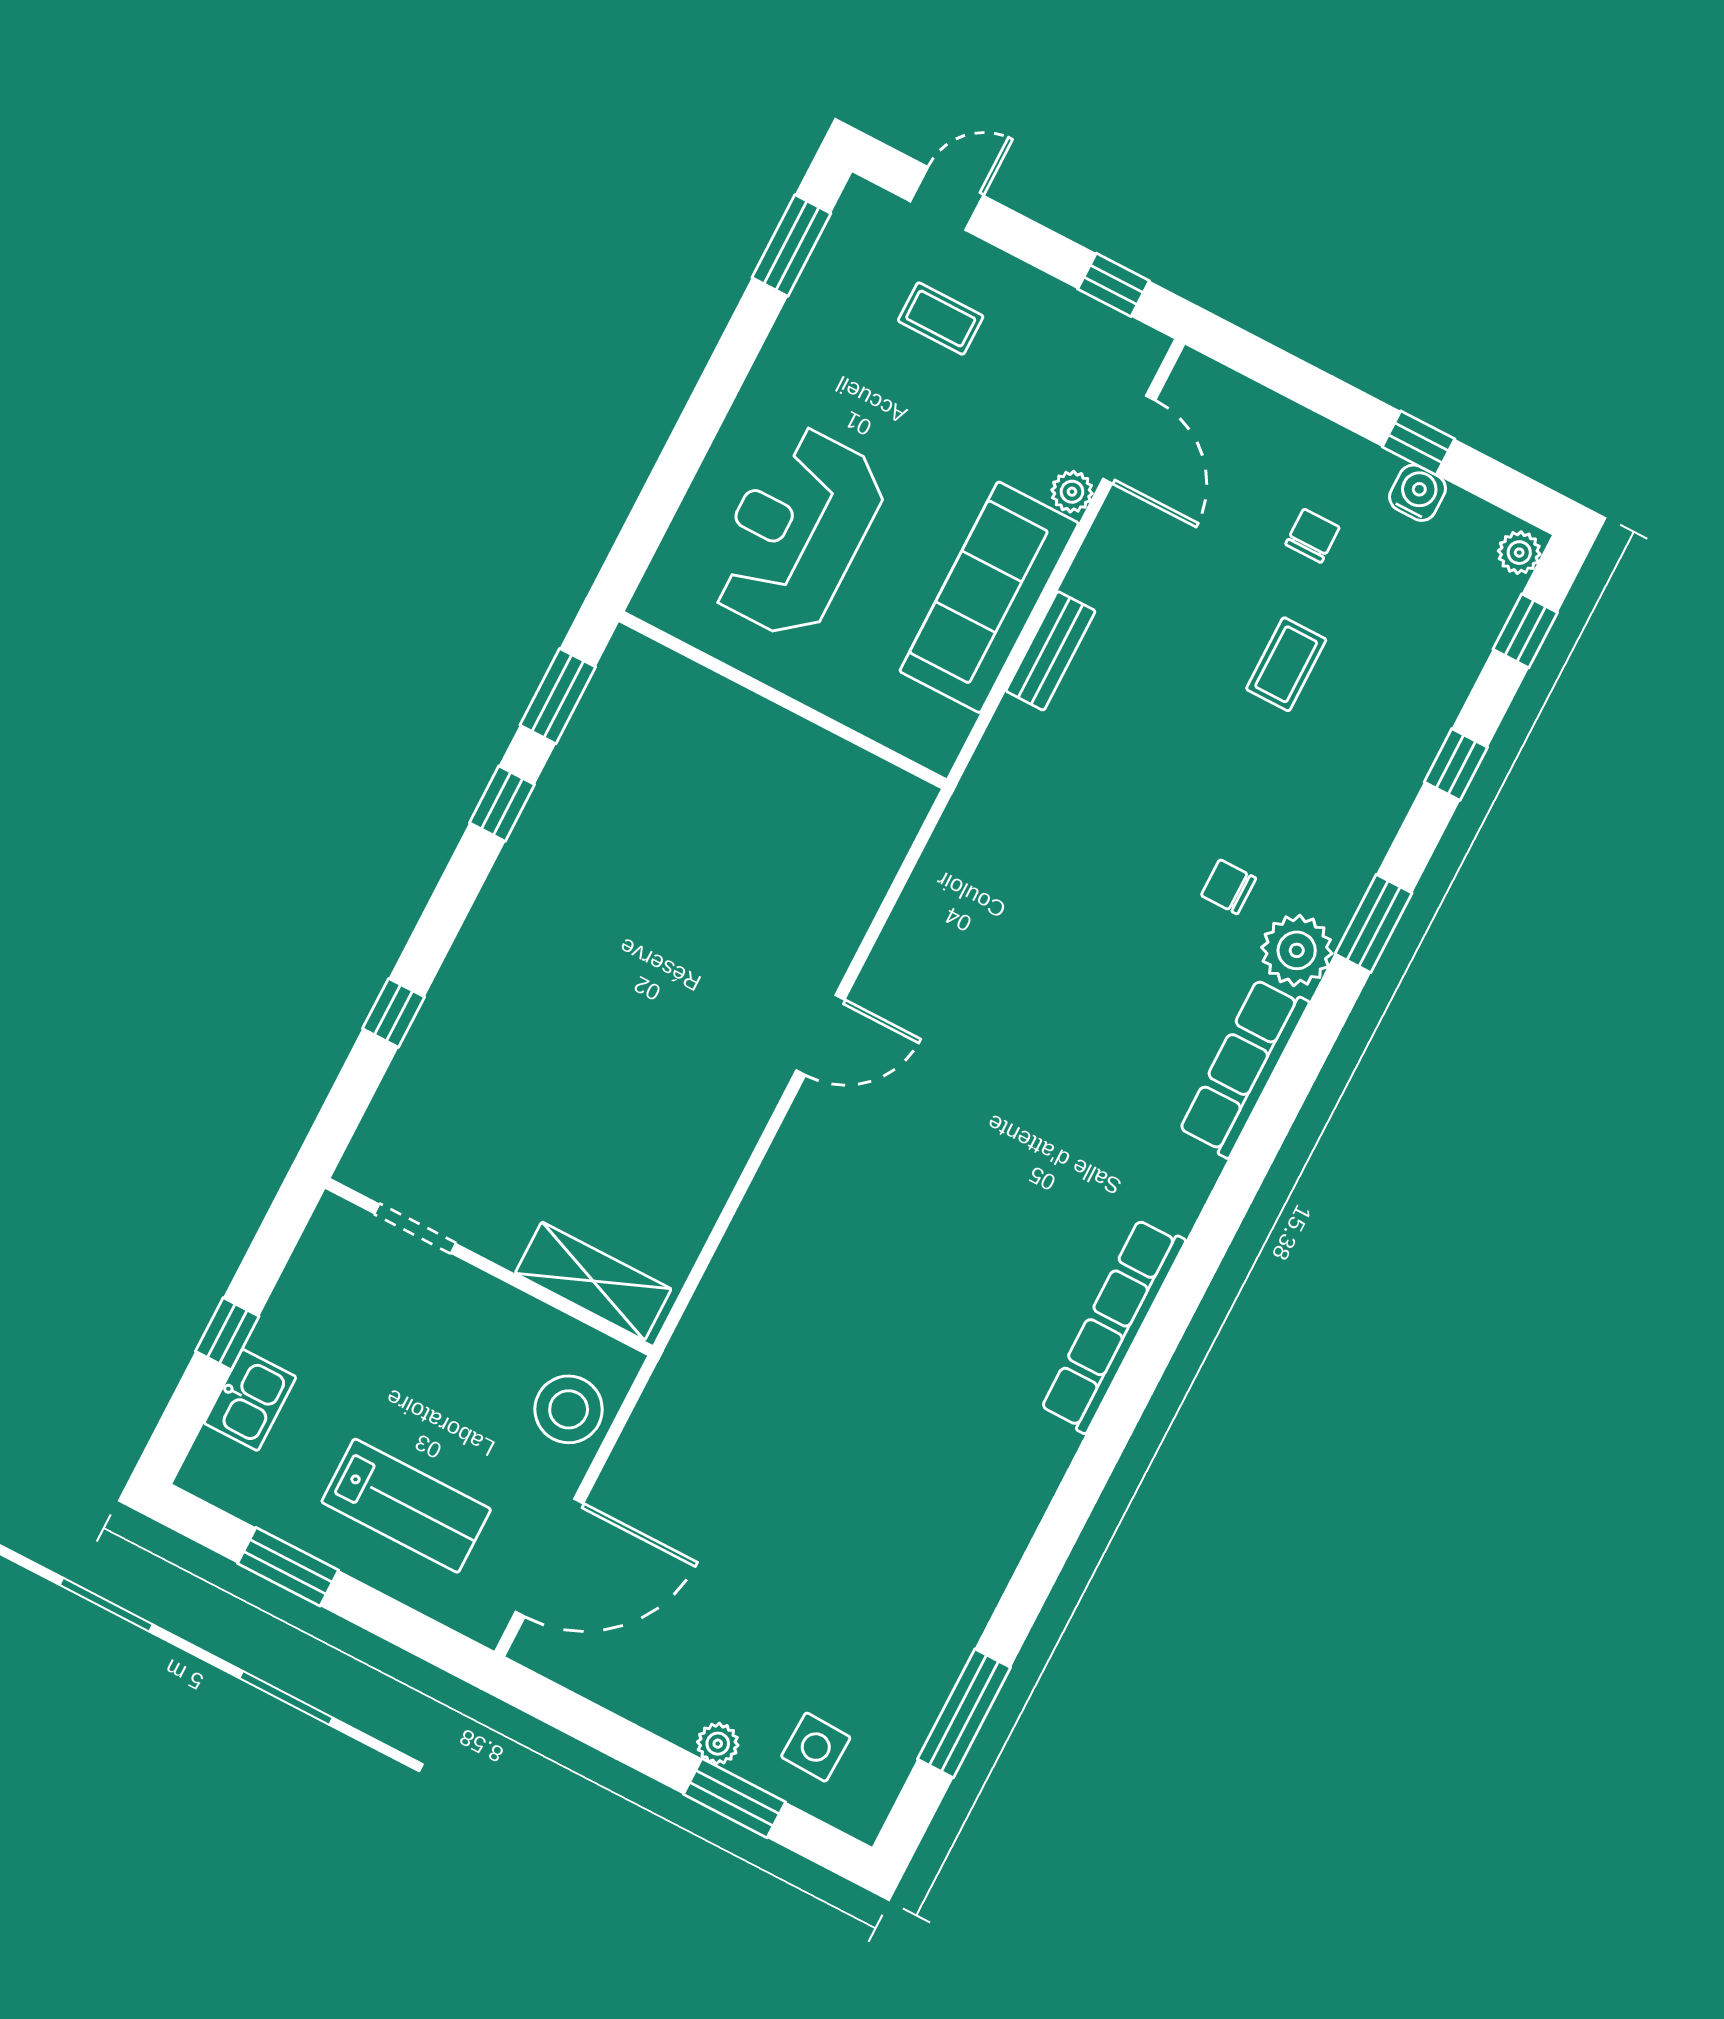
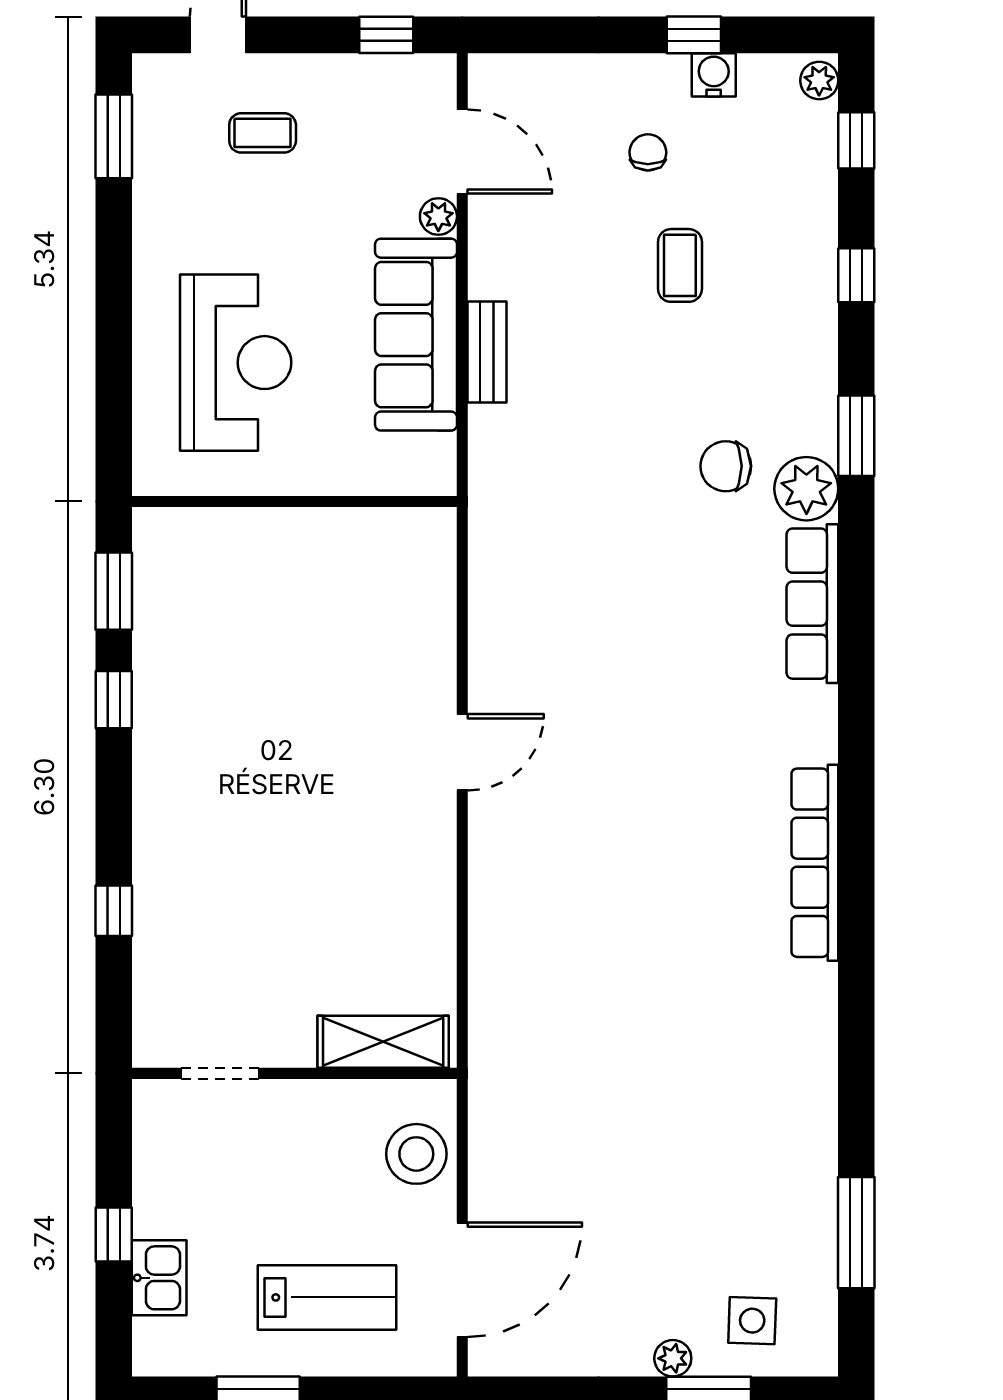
reception desk: (796, 532) -> (236, 363), turned 180
chair: (1228, 887) -> (726, 466), width x1.37, depth x1.37

